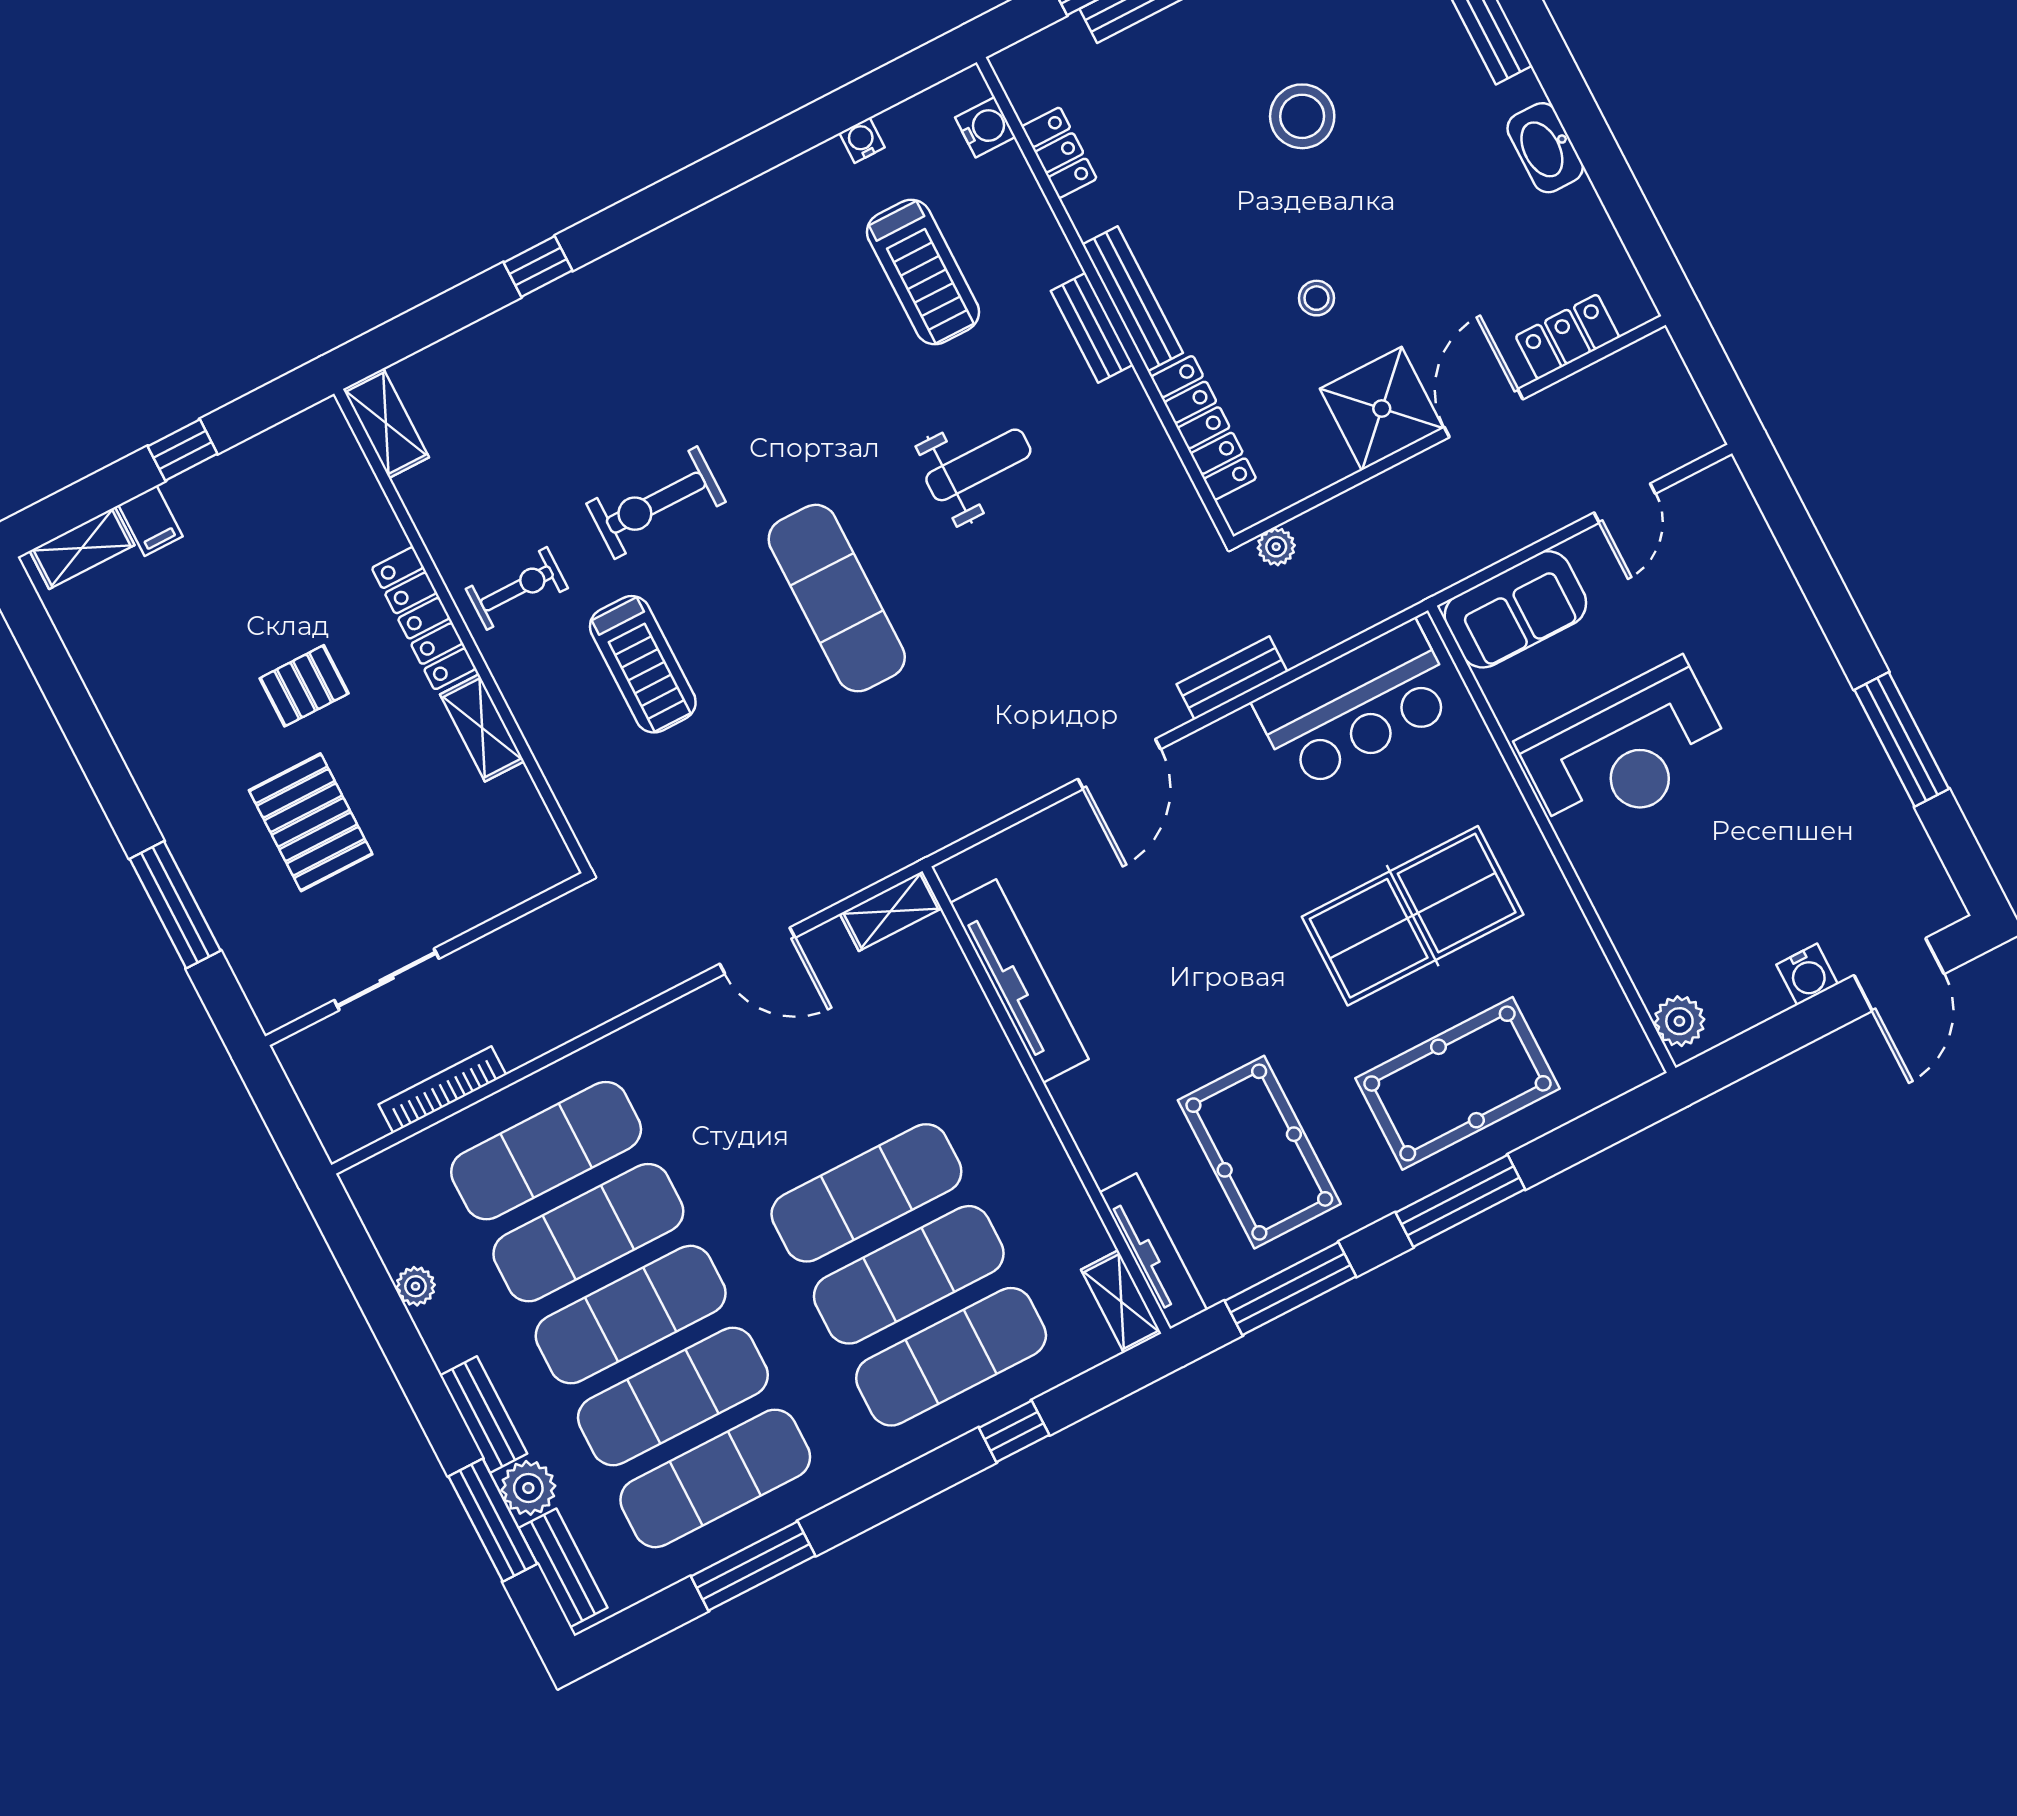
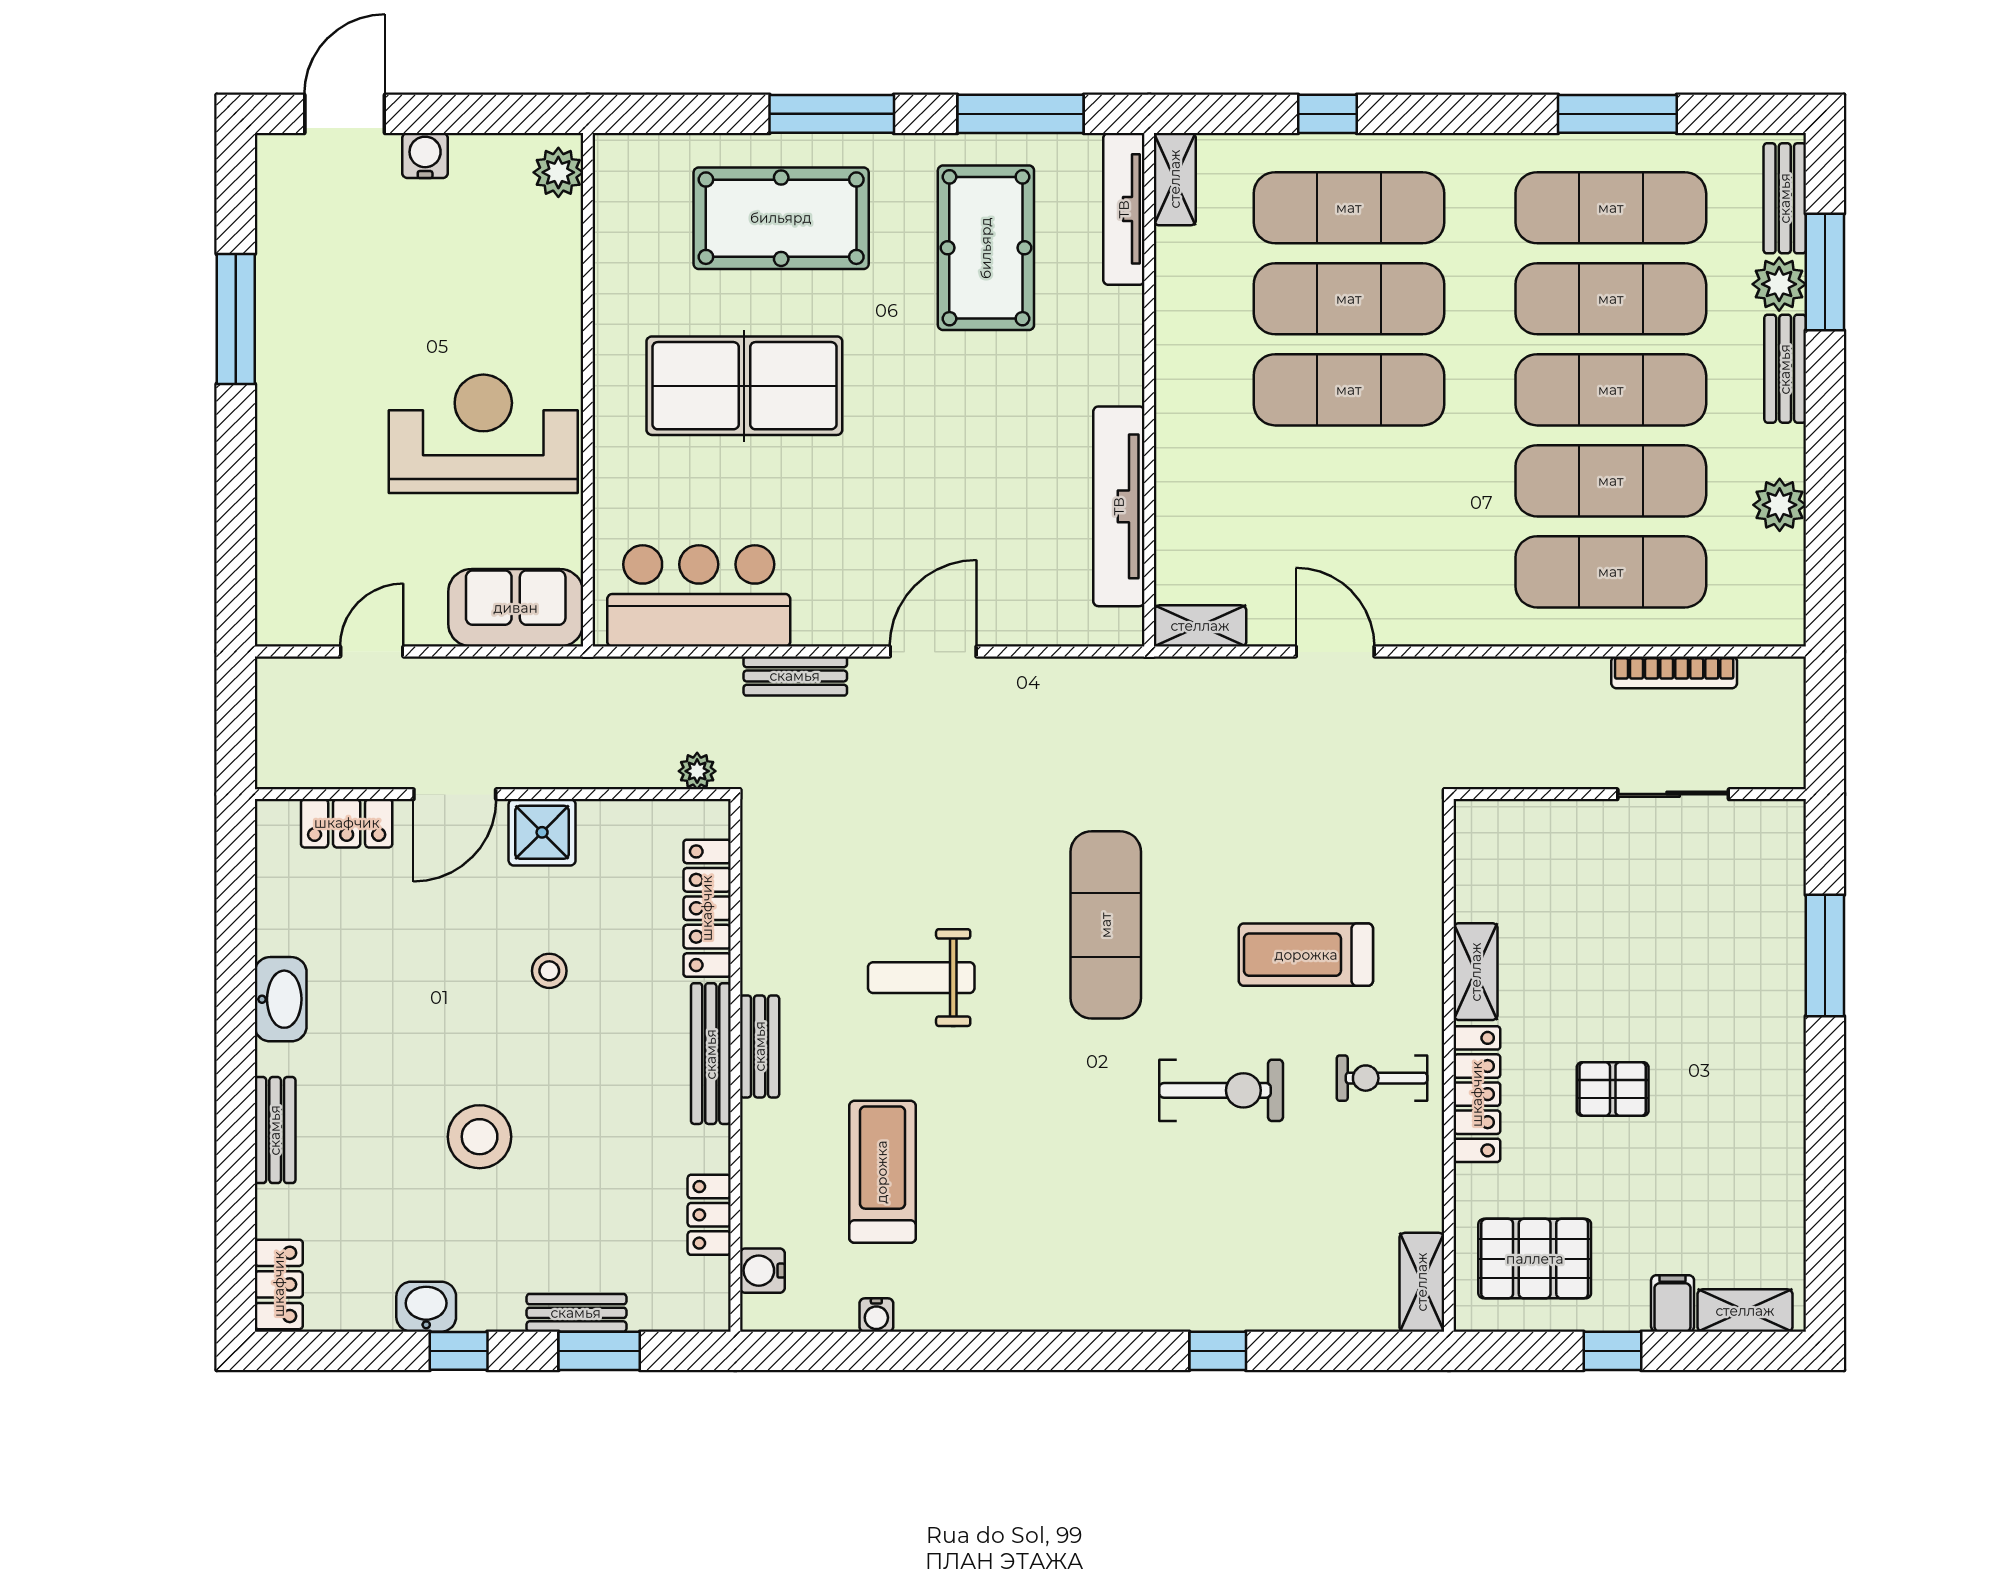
shower: (1382, 409) -> (542, 832), width x0.73, depth x0.73
treadmill: (643, 664) -> (1306, 955), turned -90
pallet: (311, 822) -> (1535, 1259), moved, turned 90
plant: (416, 1286) -> (1780, 505), width x1.38, depth x1.38

